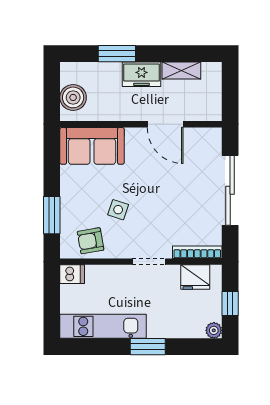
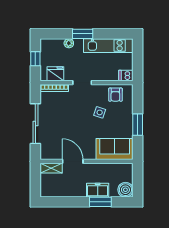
shelving: (181, 70) -> (51, 168), moved
freezer: (141, 74) -> (98, 190), moved
boiler: (73, 97) -> (125, 190), moved
window: (52, 215) -> (138, 125), moved
armchair: (91, 241) -> (115, 95), turned 100
plant: (214, 330) -> (69, 43), moved

